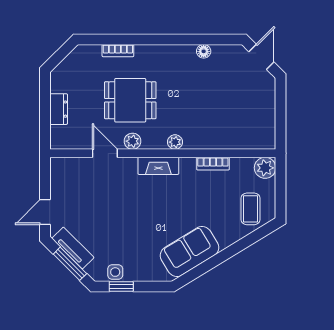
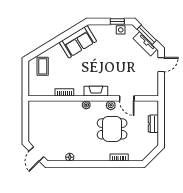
plant: (265, 168) -> (34, 90), removed

